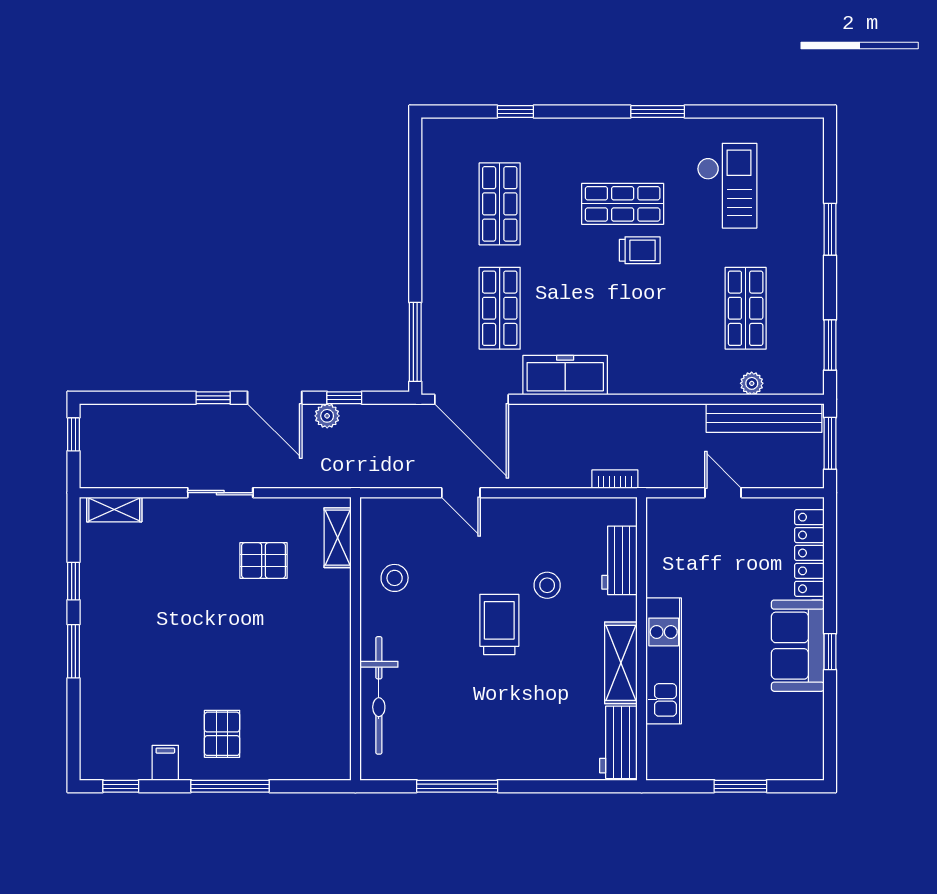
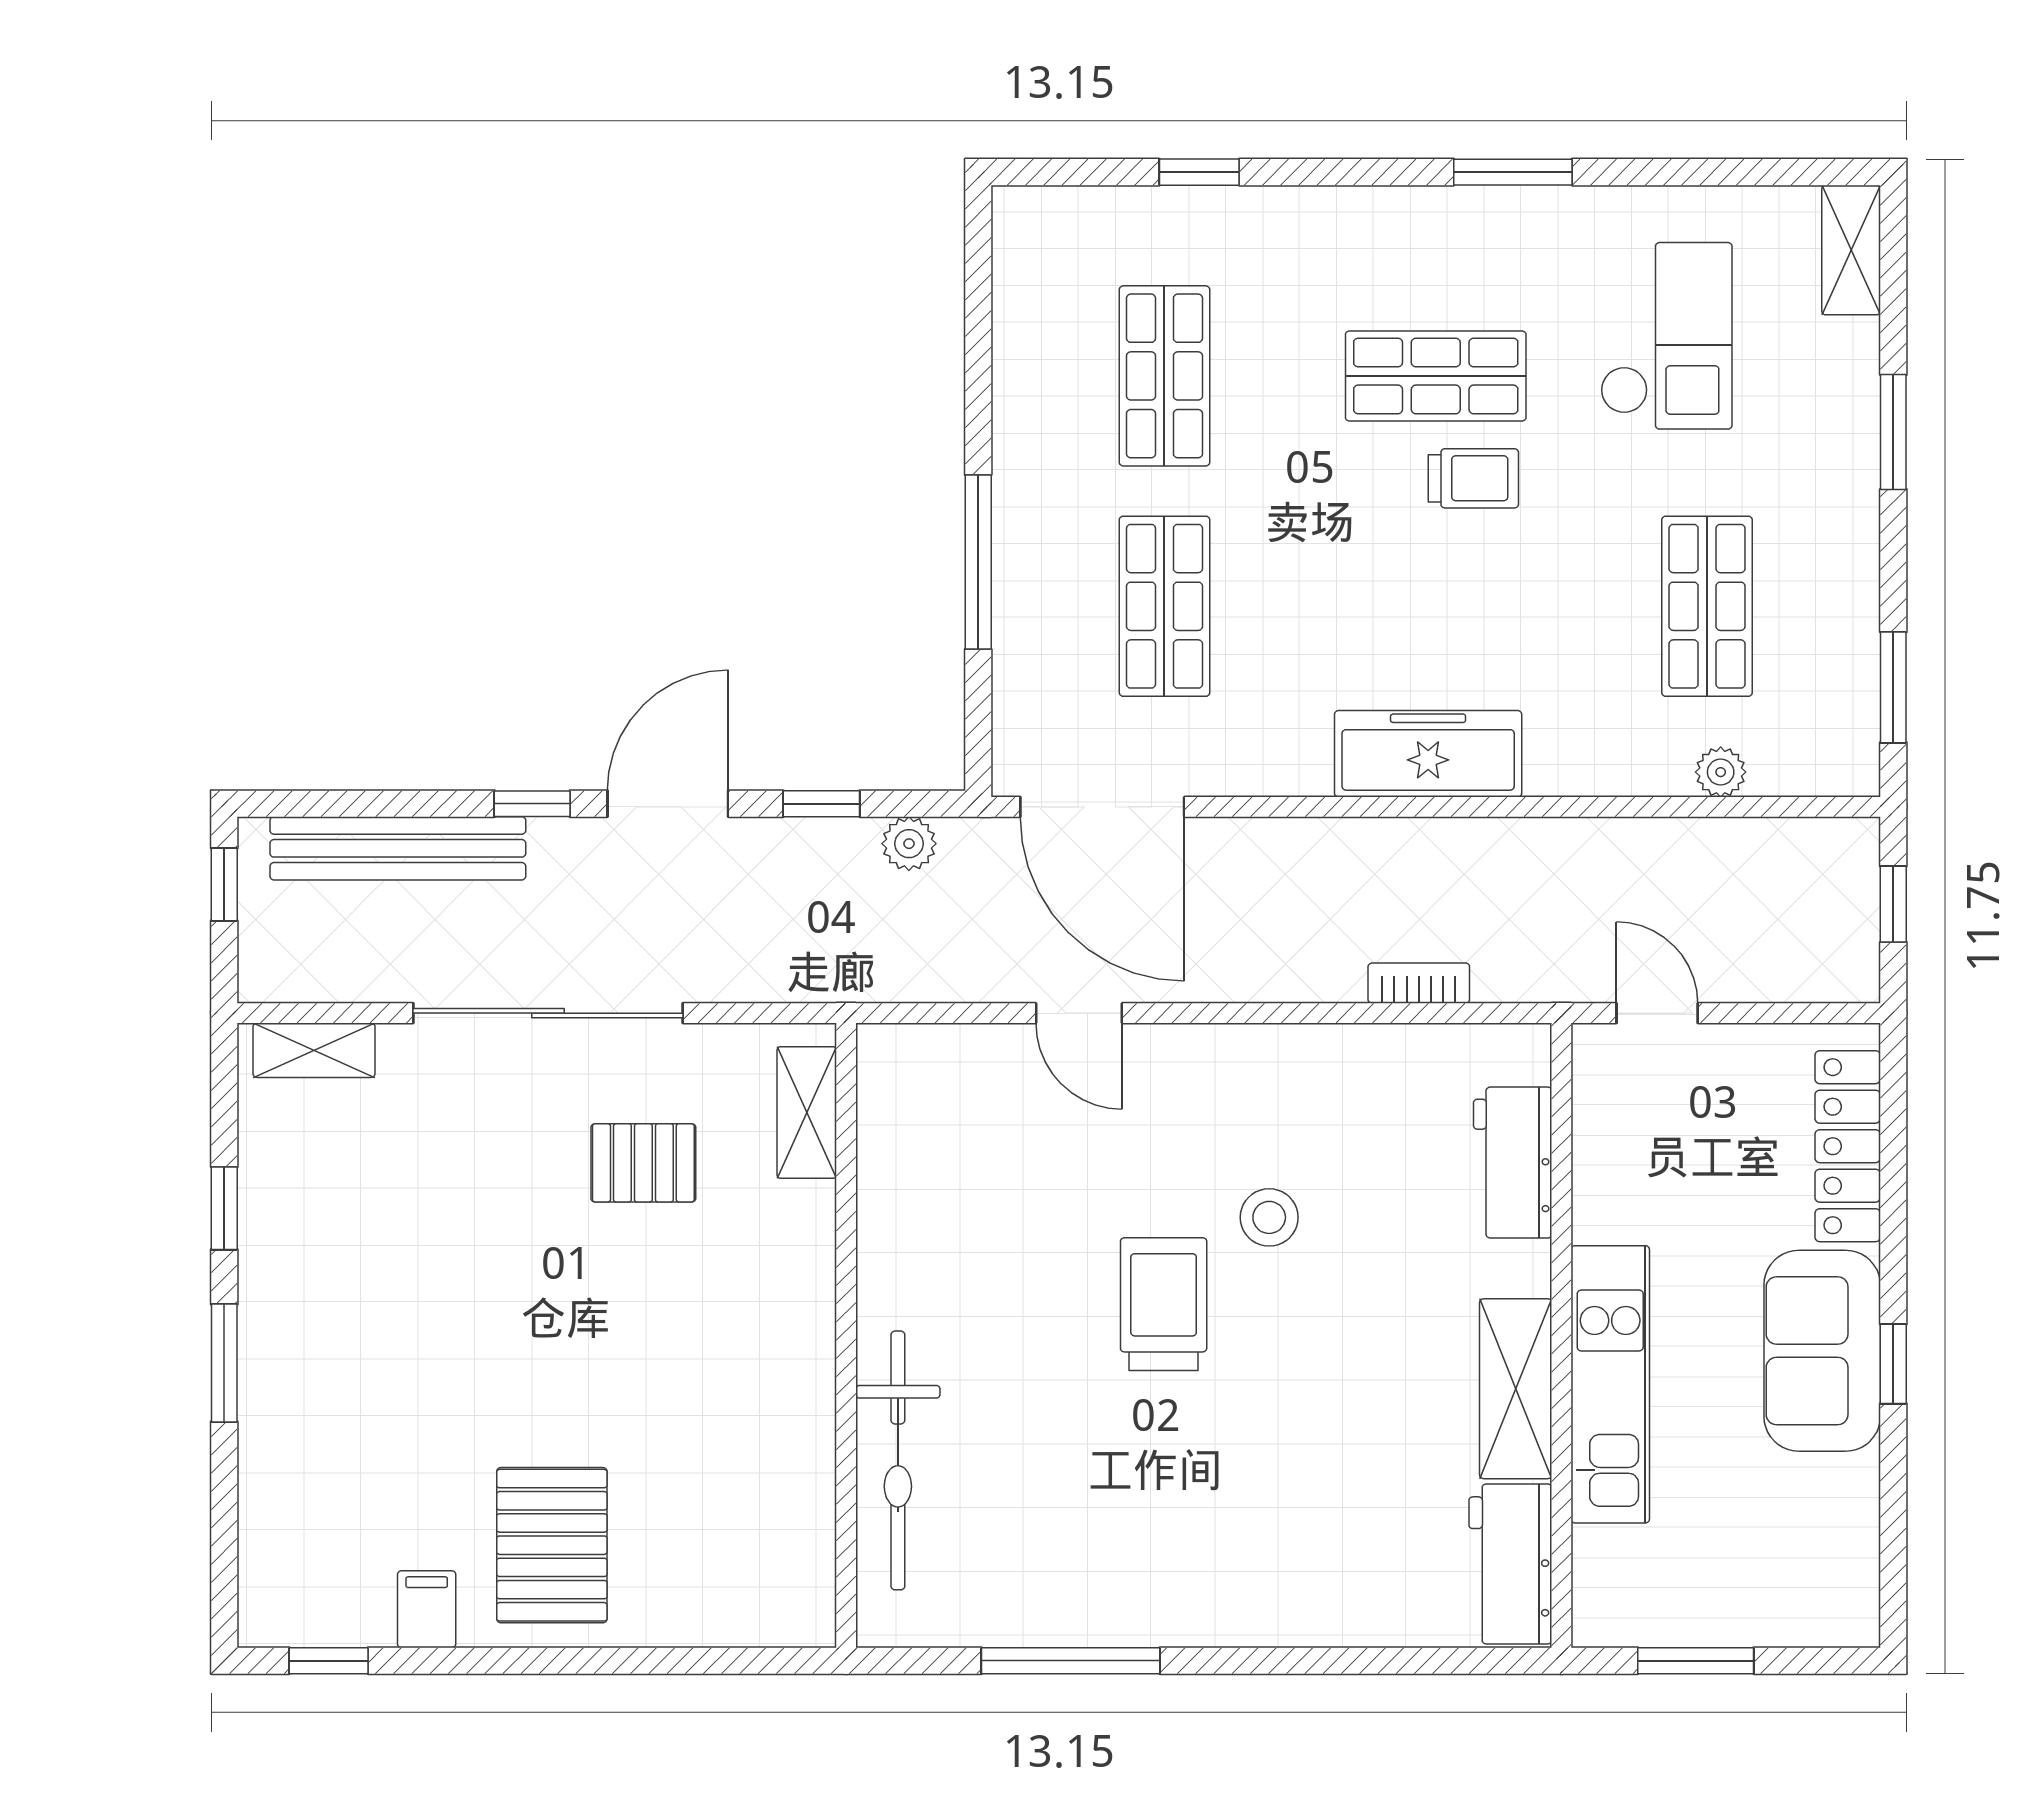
shelving: (811, 147) -> (1851, 250), added
window: (415, 342) -> (978, 562), moved
freezer: (565, 375) -> (1428, 754), moved
door: (275, 398) -> (668, 804), swing flipped
plant: (327, 416) -> (909, 844), moved
bench: (764, 418) -> (398, 848), moved
window: (830, 443) -> (1893, 904), width x0.67
sliding door: (220, 493) -> (548, 1013), width x1.86
workbench: (620, 560) -> (1513, 1163), moved
stool: (395, 578) -> (933, 1201), removed
wall: (642, 639) -> (1561, 1335), moved
kitchen unit: (664, 661) -> (1610, 1384), moved
shelving: (621, 663) -> (1516, 1389), moved
pallet: (222, 734) -> (552, 1545), width x1.50, depth x1.42
workbench: (618, 742) -> (1510, 1564), moved
window: (230, 786) -> (570, 1661), removed

